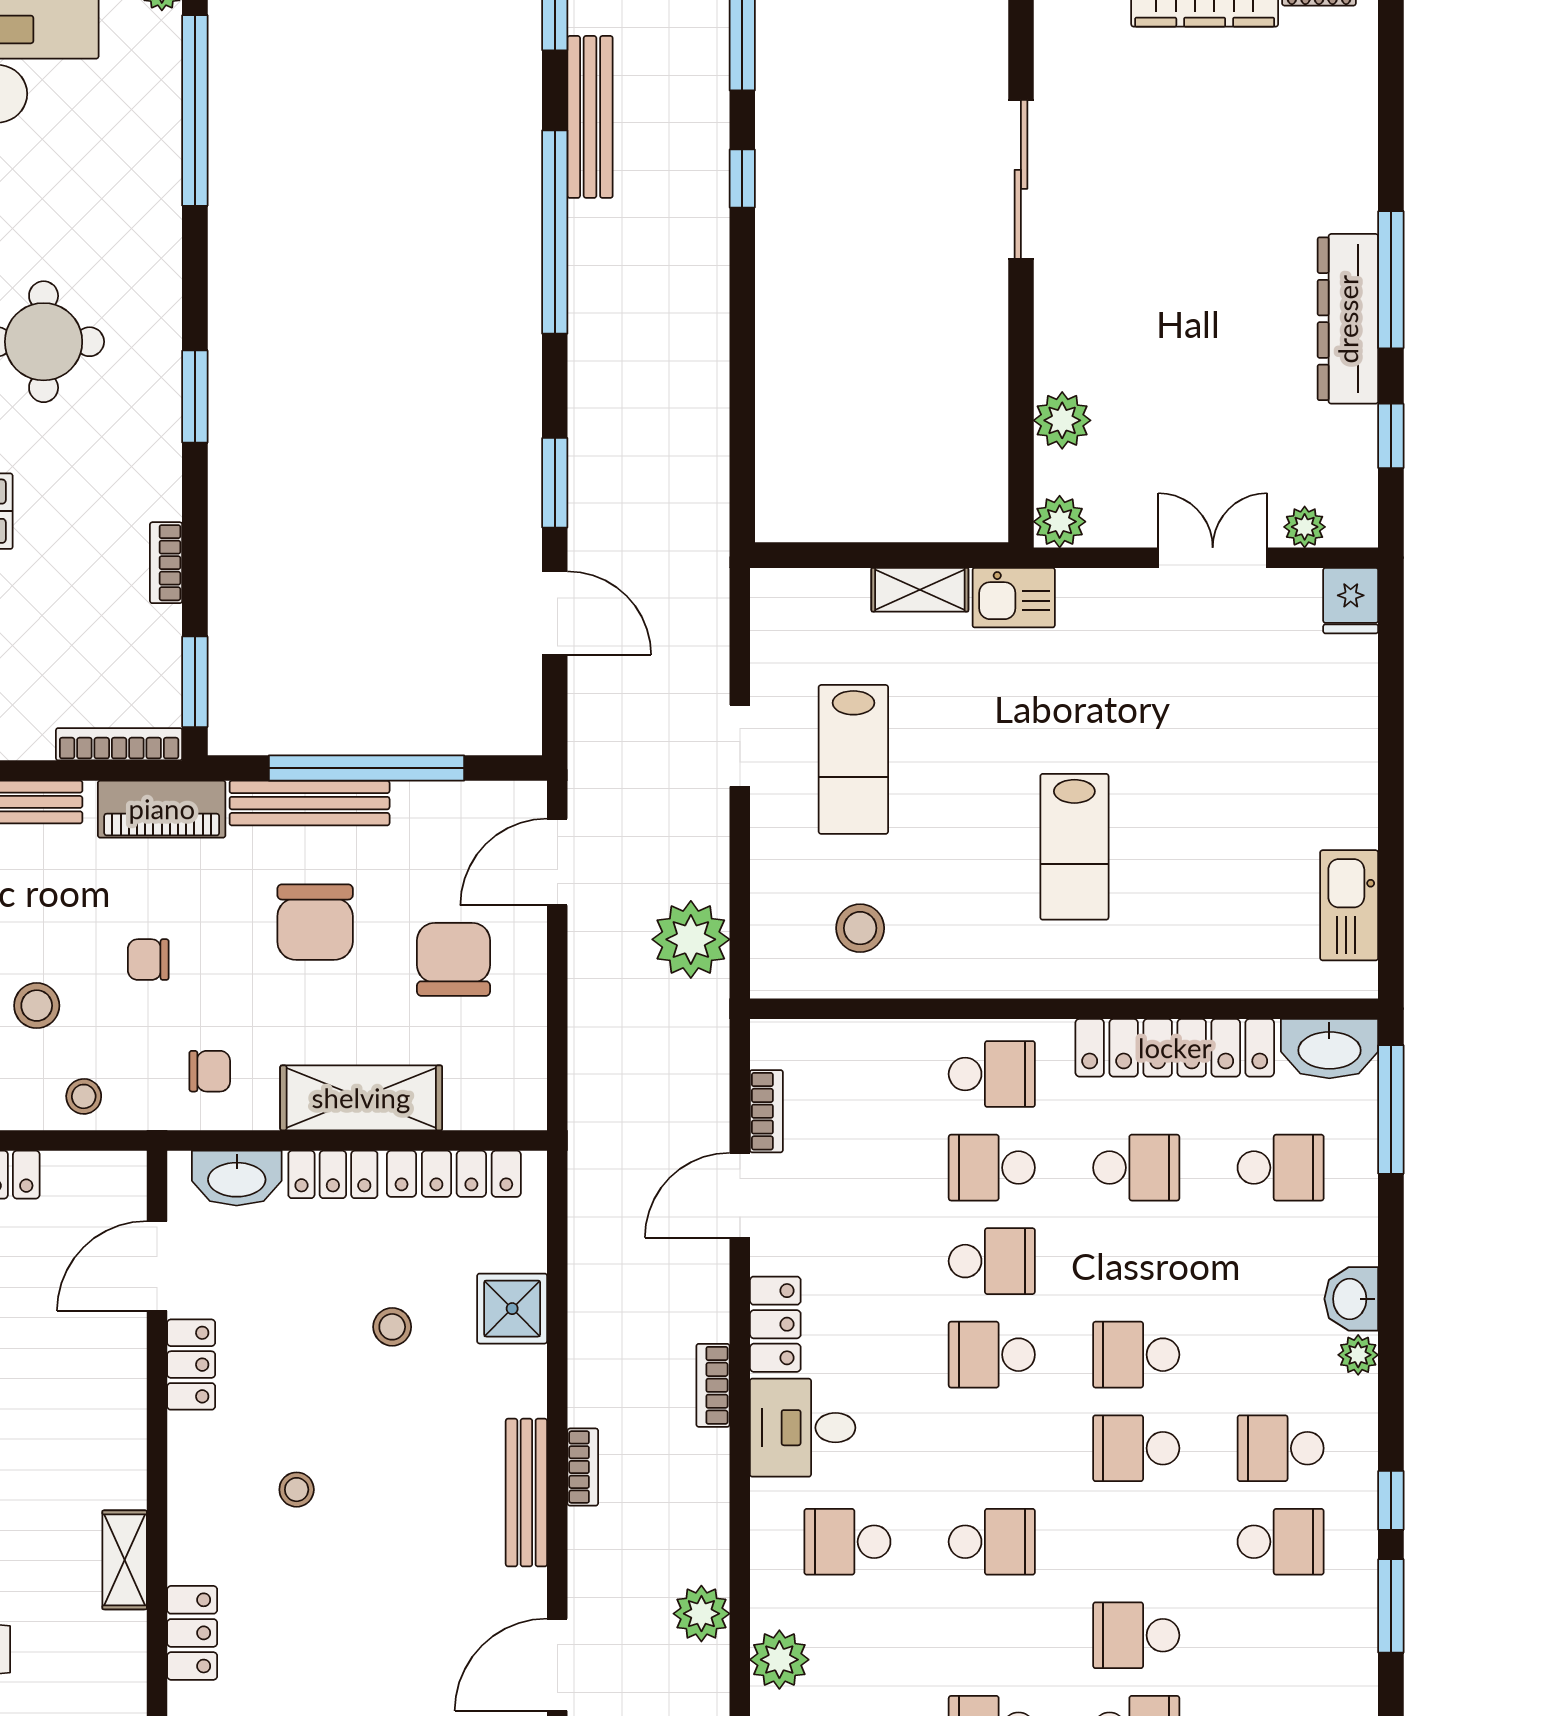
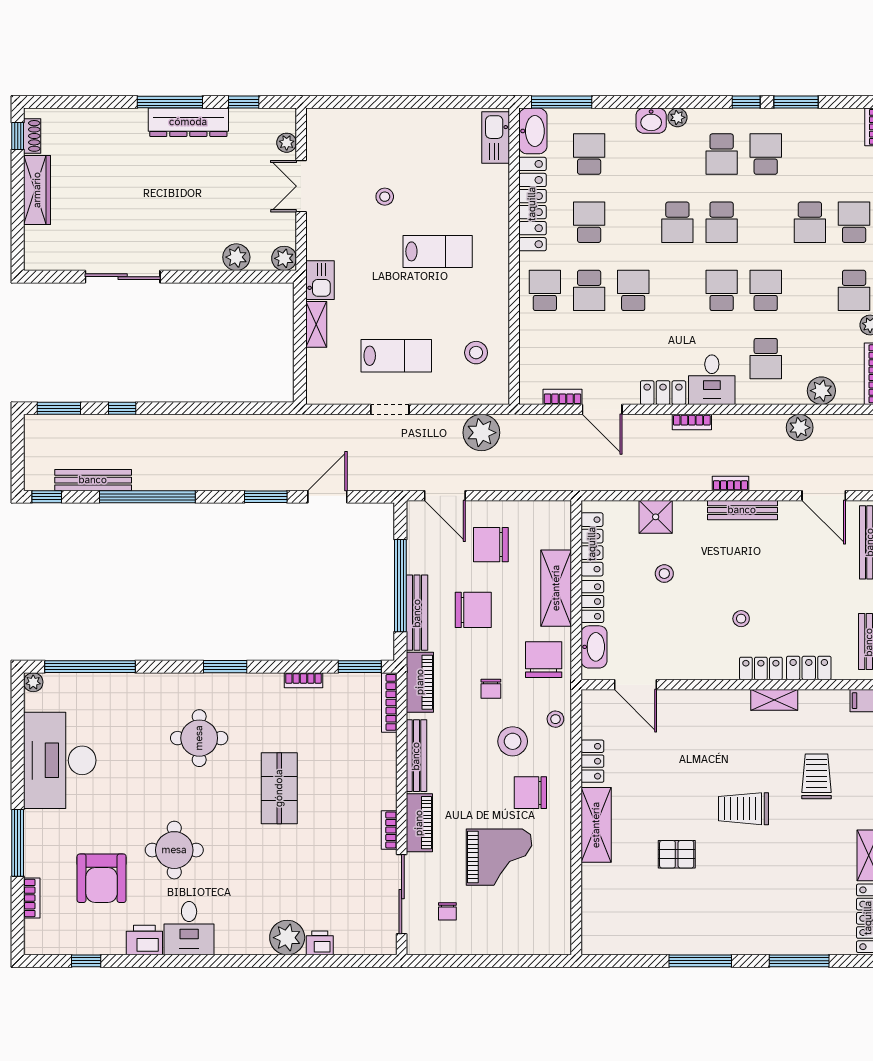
fridge: (1351, 601) -> (321, 121), removed
stool: (1190, 735) -> (385, 197), added
kitchen sink: (1349, 905) -> (496, 138), moved, turned 90
stool: (37, 1006) -> (513, 741), width x1.38, depth x1.38
chair: (210, 1071) -> (544, 660), width x1.87, depth x1.87
school desk: (992, 1355) -> (722, 290), moved, turned 180
locker: (191, 1365) -> (761, 668), moved

